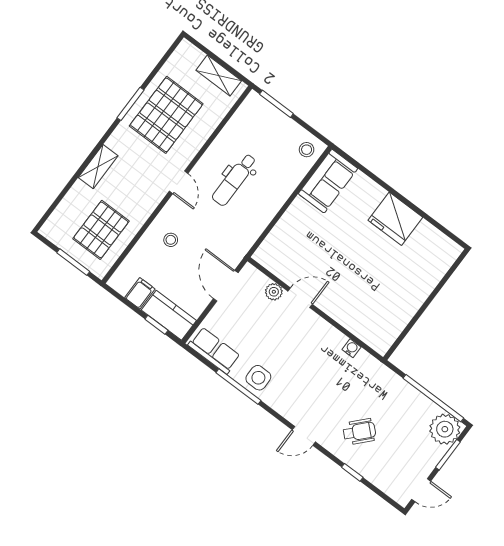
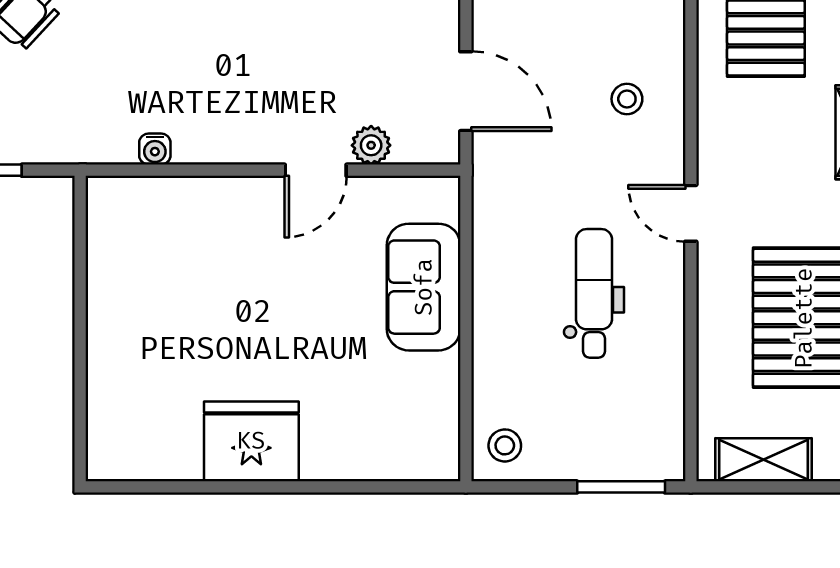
sofa: (328, 181) -> (424, 287), moved

